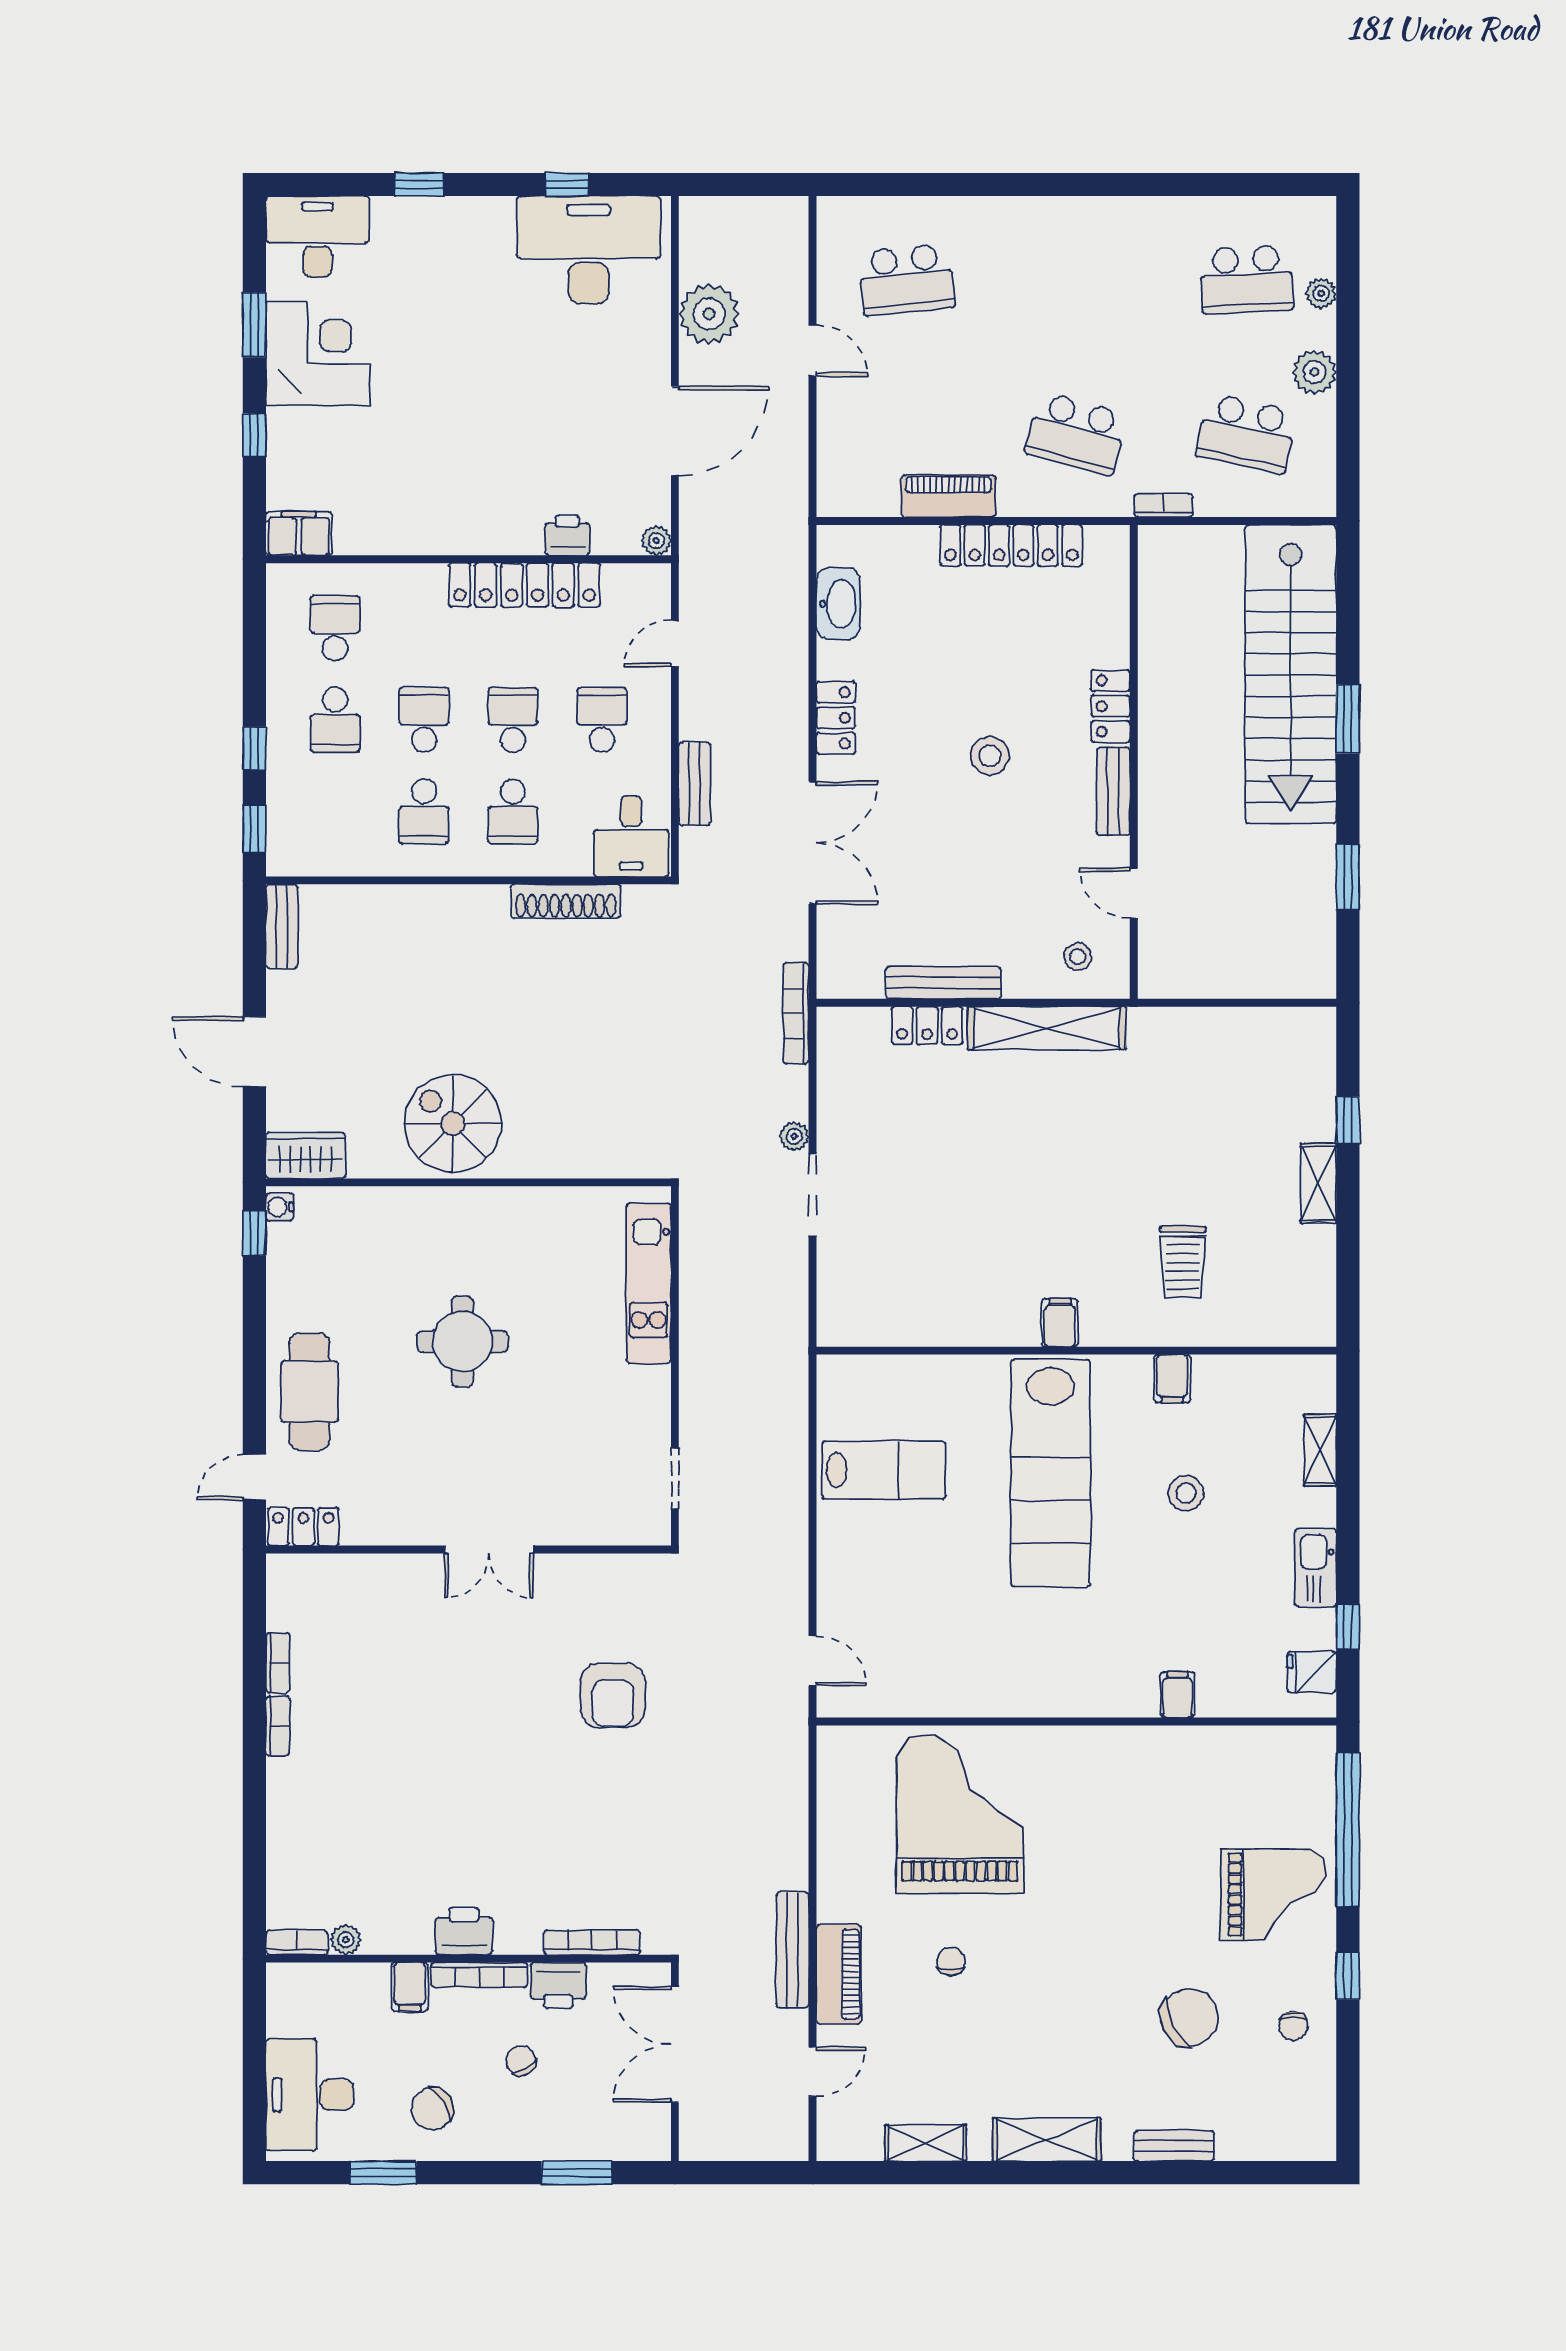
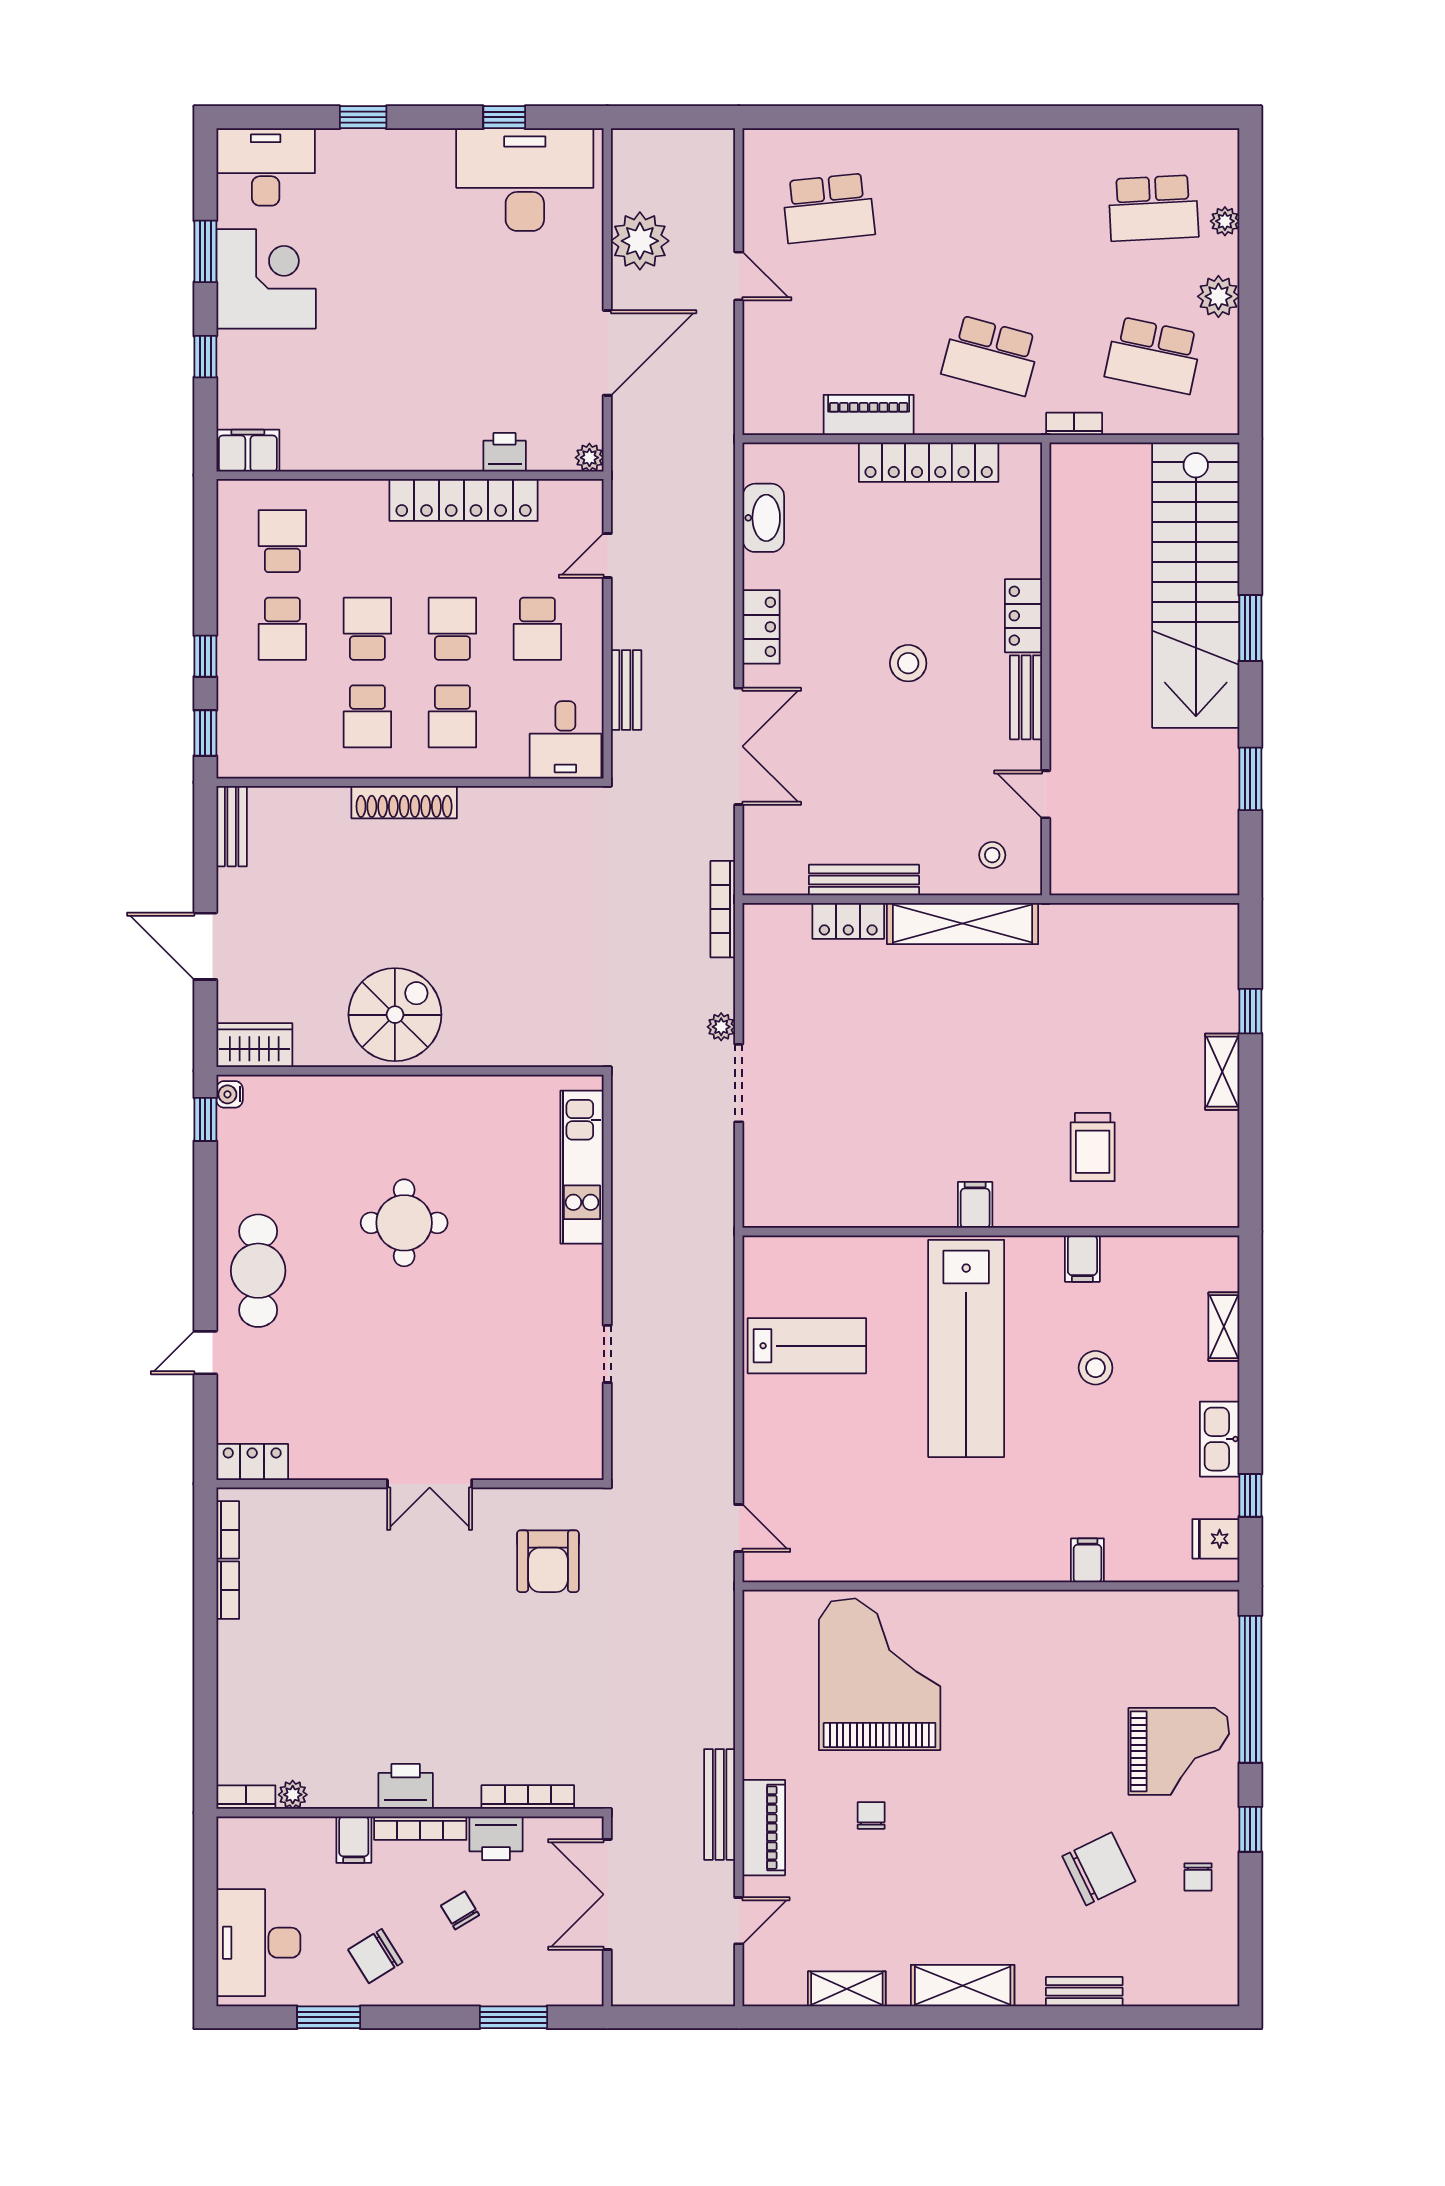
school desk: (602, 720) -> (537, 629), turned 180
shoe rack: (566, 901) -> (404, 802), moved
spiral stairs: (453, 1124) -> (395, 1015), turned 90
locker: (303, 1527) -> (252, 1462), moved
wall: (468, 1549) -> (410, 1484), moved
double door: (489, 1549) -> (430, 1484), moved

